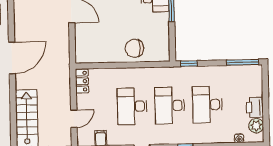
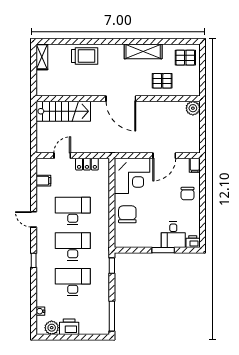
corner desk: (94, 44) -> (132, 176), added
locker: (82, 81) -> (87, 164), moved
door: (74, 119) -> (62, 156), swing flipped

